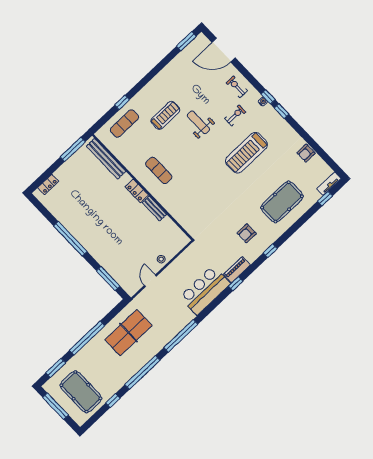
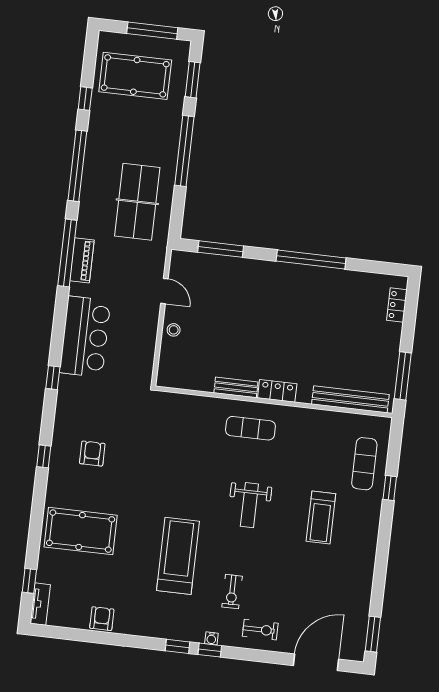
weight bench: (198, 122) -> (249, 505), moved, turned 90
exercise mat: (159, 170) -> (250, 428), moved
pool table: (282, 202) -> (81, 531), turned 90
piano: (237, 270) -> (82, 260), moved

